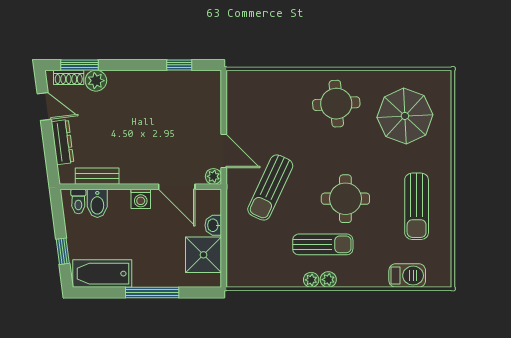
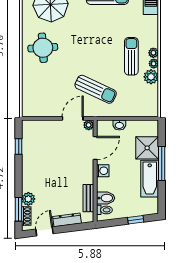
round table: (345, 199) -> (103, 42), removed
shower: (203, 255) -> (147, 148), moved
bathtub: (102, 274) -> (150, 179), moved
plant: (290, 276) -> (151, 77), added

